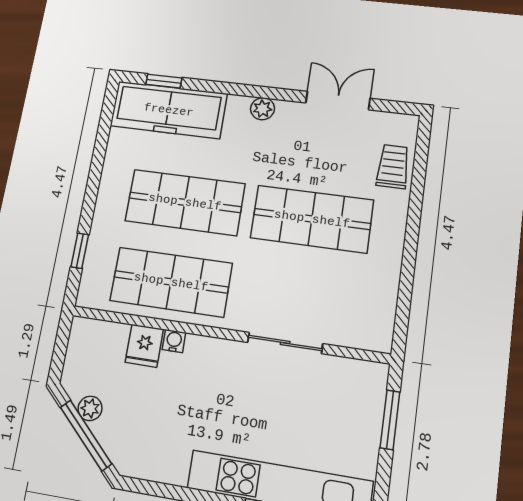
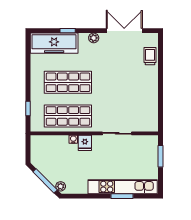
window: (164, 81) -> (68, 31), moved
double door: (338, 101) -> (124, 31), width x1.37
shop shelf: (312, 219) -> (121, 82), removed
fridge: (144, 346) -> (85, 143), moved
plant: (90, 408) -> (61, 186), moved

